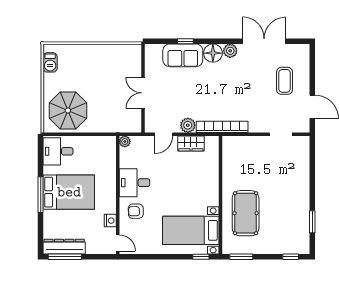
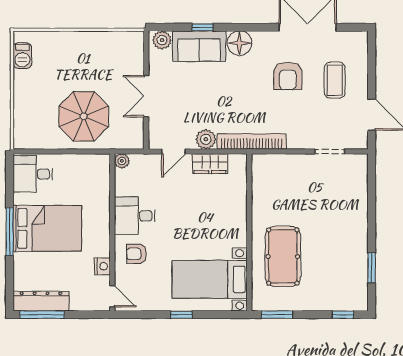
plant: (230, 51) -> (162, 40), moved
armchair: (249, 78) -> (288, 76), added
parasol: (68, 110) -> (84, 116), moved
window: (201, 257) -> (181, 315), moved

